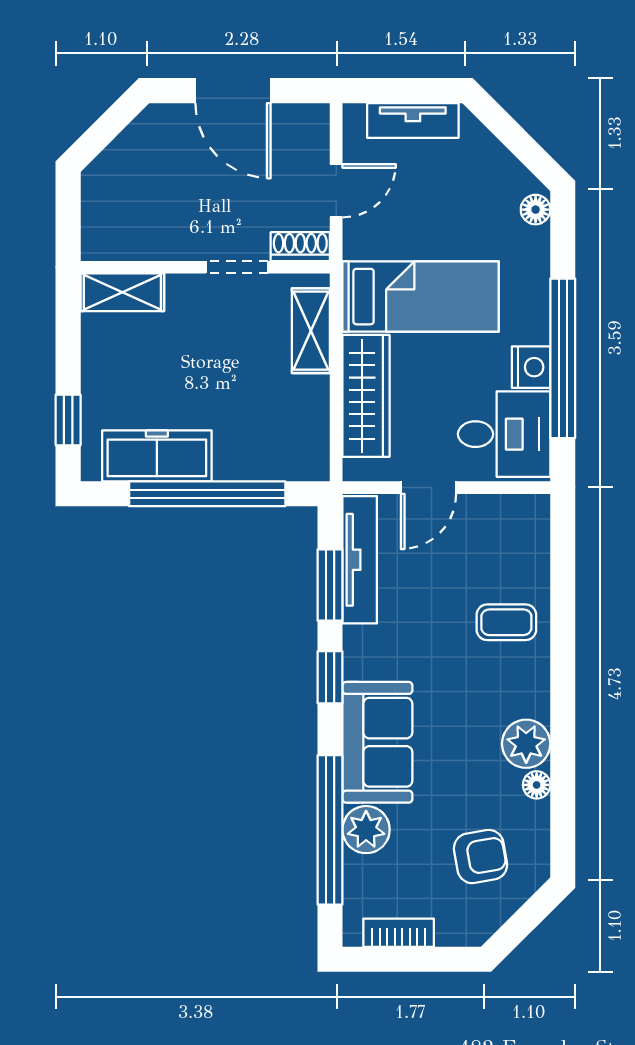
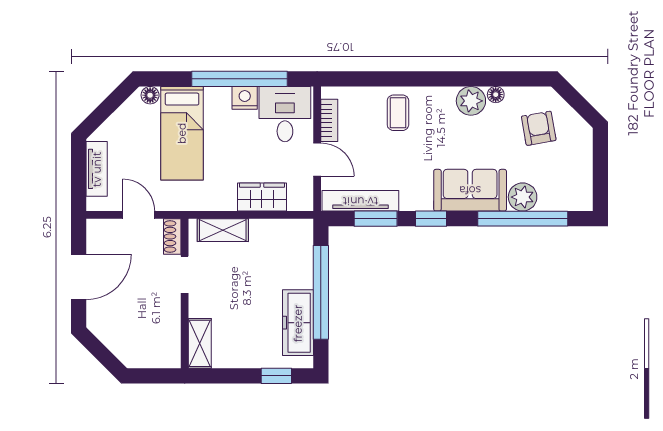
bed: (421, 297) -> (182, 133), moved, turned 180
wardrobe: (366, 396) -> (262, 197), width x0.67
bookcase: (399, 933) -> (329, 120), moved, turned 180

